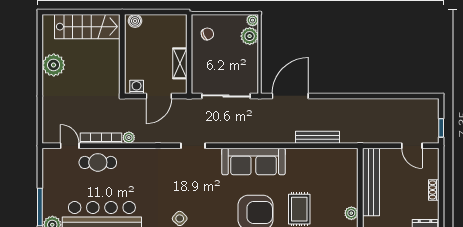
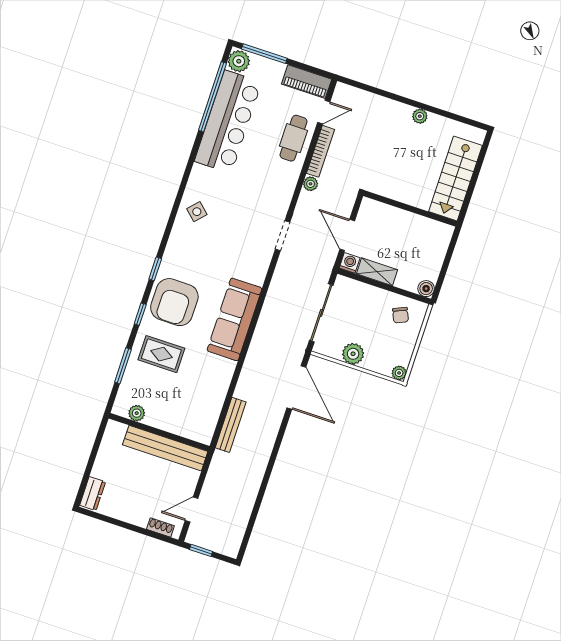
boiler: (135, 21) -> (426, 289), moved
plant: (250, 36) -> (353, 354), moved
plant: (54, 65) -> (420, 116), width x0.53, depth x0.53
washing machine: (137, 87) -> (350, 263), moved, turned -90
bench: (318, 137) -> (231, 425), moved
doorway: (193, 146) -> (283, 236), moved
piano: (51, 167) -> (307, 82), added
shoe rack: (434, 190) -> (160, 527), moved

